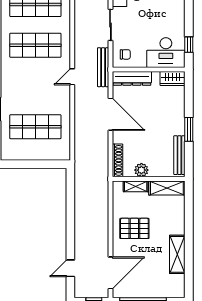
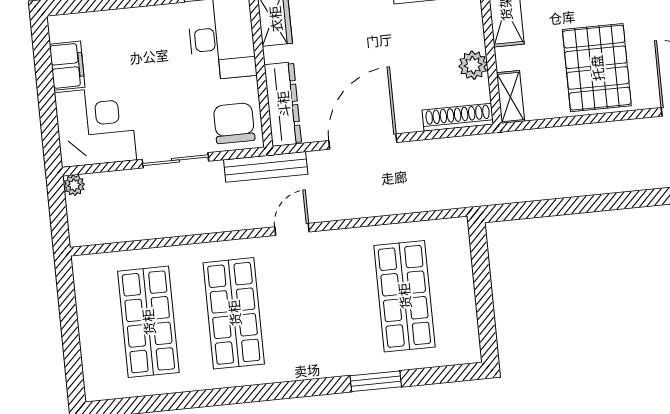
chair: (125, 54) -> (234, 123), width x1.87, depth x1.87
door: (72, 77) -> (292, 229), swing flipped
shelving: (136, 186) -> (511, 97), moved
pallet: (134, 228) -> (597, 68), width x1.37, depth x1.41

